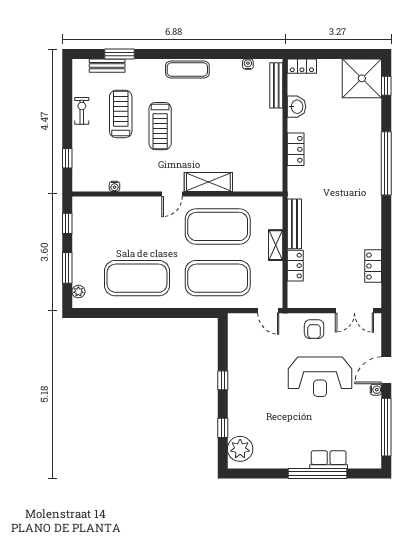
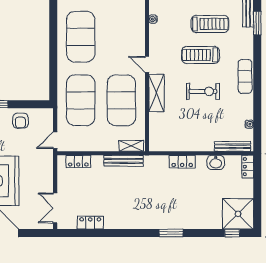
exercise bike: (206, 123) -> (203, 91), added
window: (386, 163) -> (171, 233), width x0.47
shelving: (276, 245) -> (131, 146), moved
locker: (295, 266) -> (78, 161), moved
armchair: (314, 329) -> (21, 121), moved, turned -90

